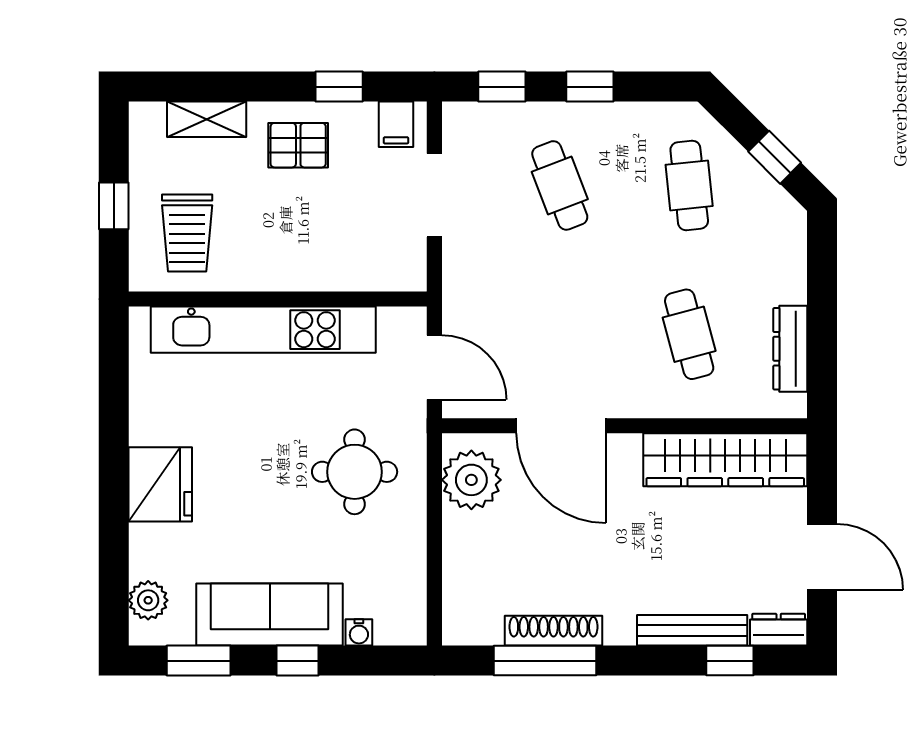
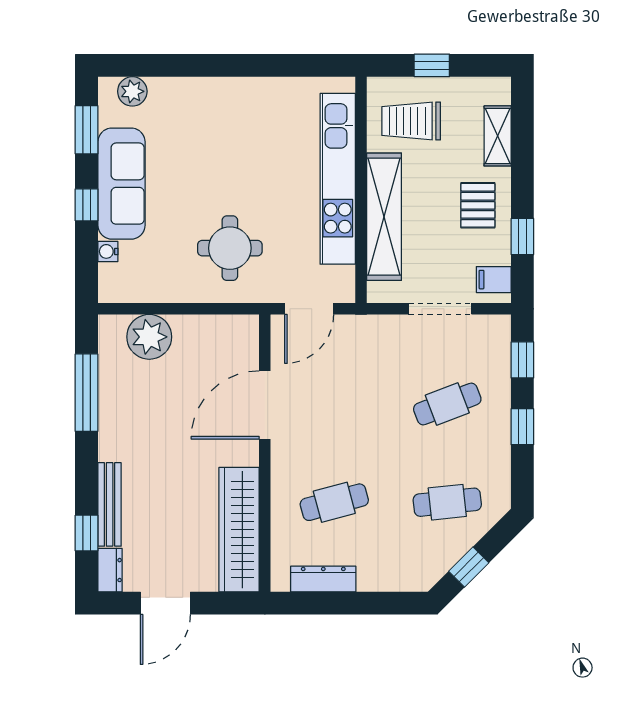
shelving: (313, 269) -> (384, 217), added
plant: (471, 480) -> (149, 337), moved
fridge: (160, 484) -> (220, 101), removed
shoe rack: (554, 631) -> (109, 399), removed

